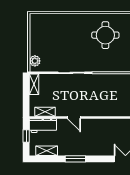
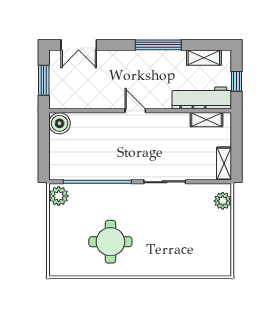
door: (74, 117) -> (135, 111), moved
workbench: (43, 126) -> (202, 98), width x1.38
window: (75, 159) -> (158, 45), width x1.44

